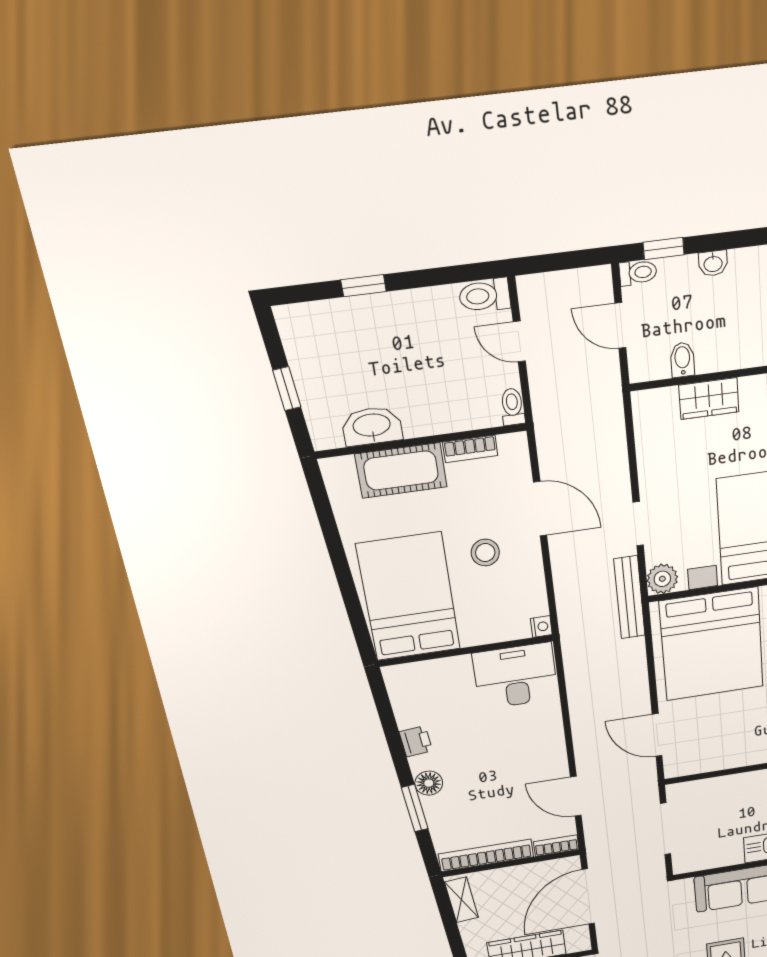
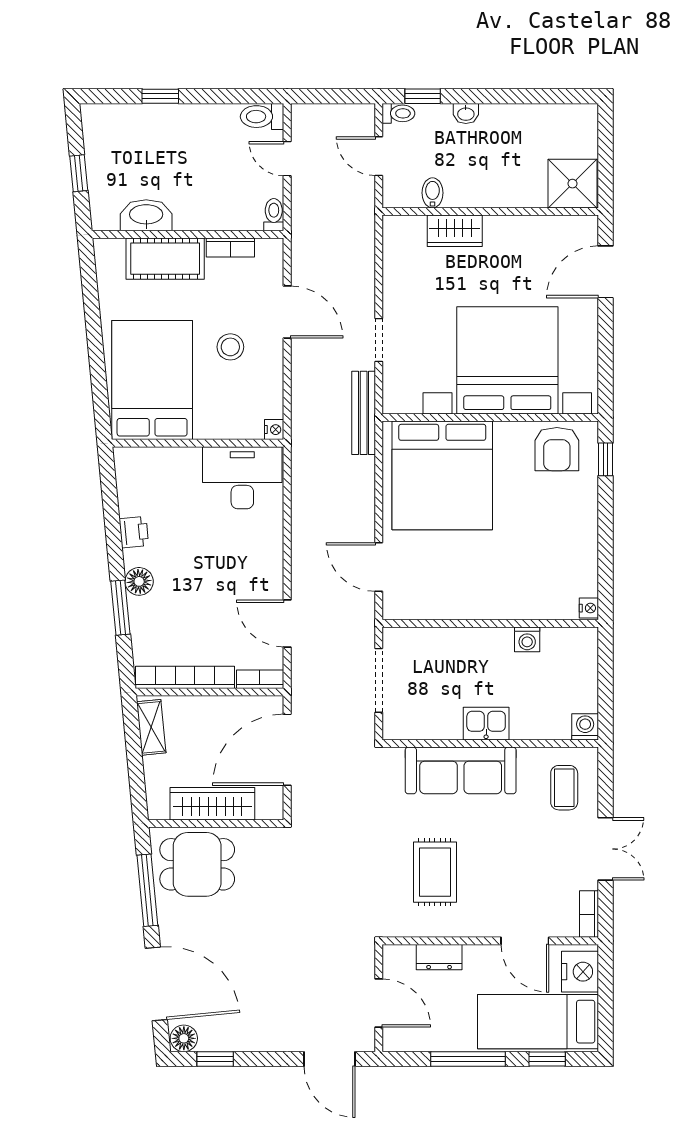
plant: (662, 579) -> (398, 399), removed

